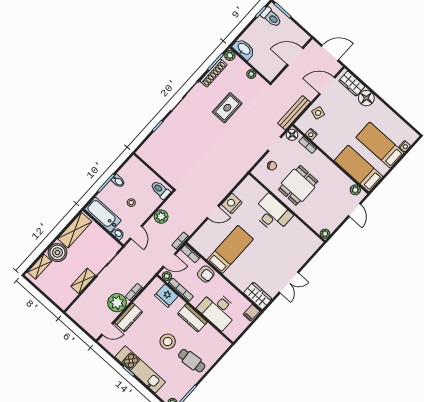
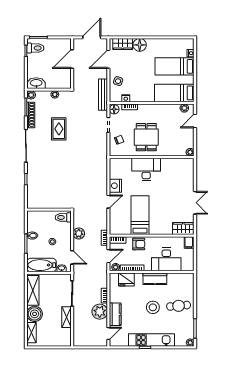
door: (354, 210) -> (195, 121), swing flipped

